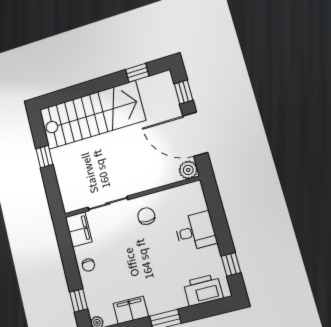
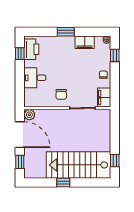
window: (137, 73) -> (63, 182), moved
window: (44, 157) -> (115, 161), moved
printer: (203, 290) -> (31, 49), moved, turned -90

